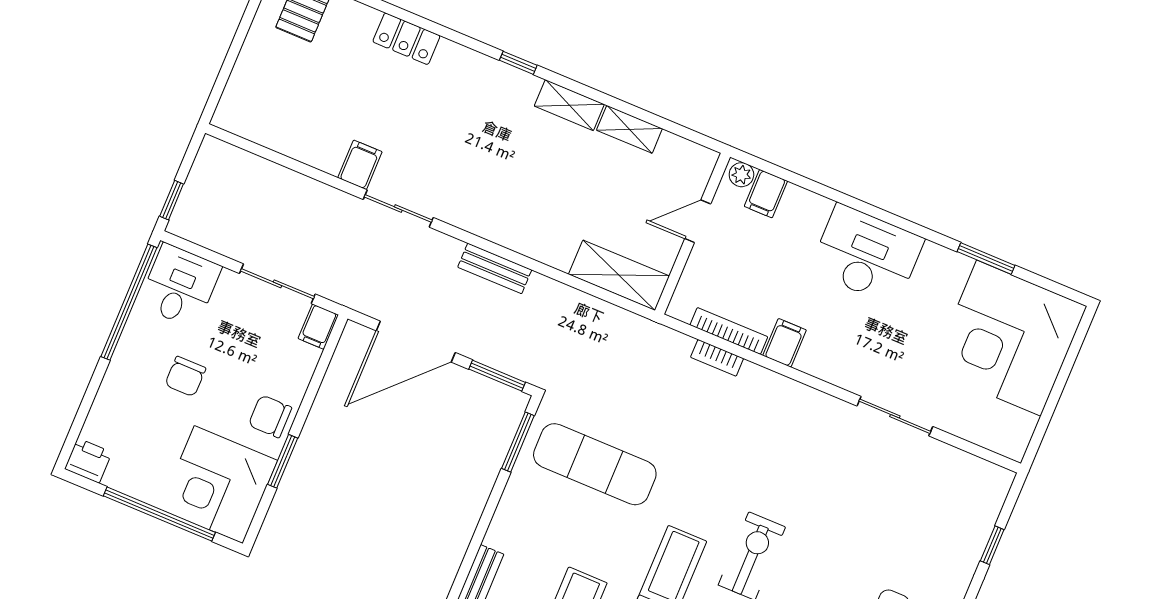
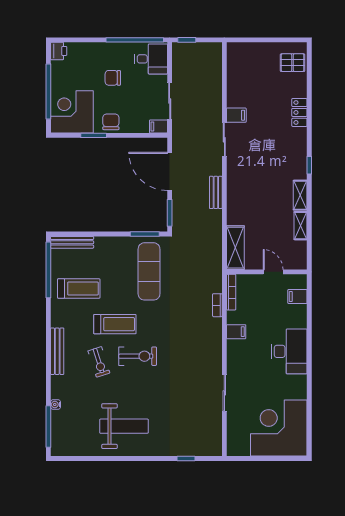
plant: (741, 175) -> (301, 282), removed
window: (986, 259) -> (309, 404), removed
bookcase: (729, 331) -> (231, 292), moved

